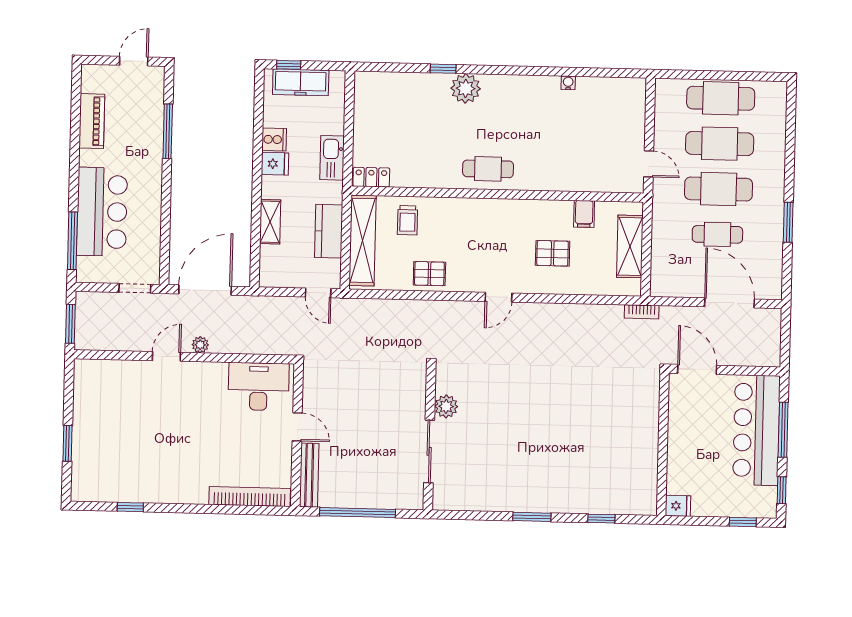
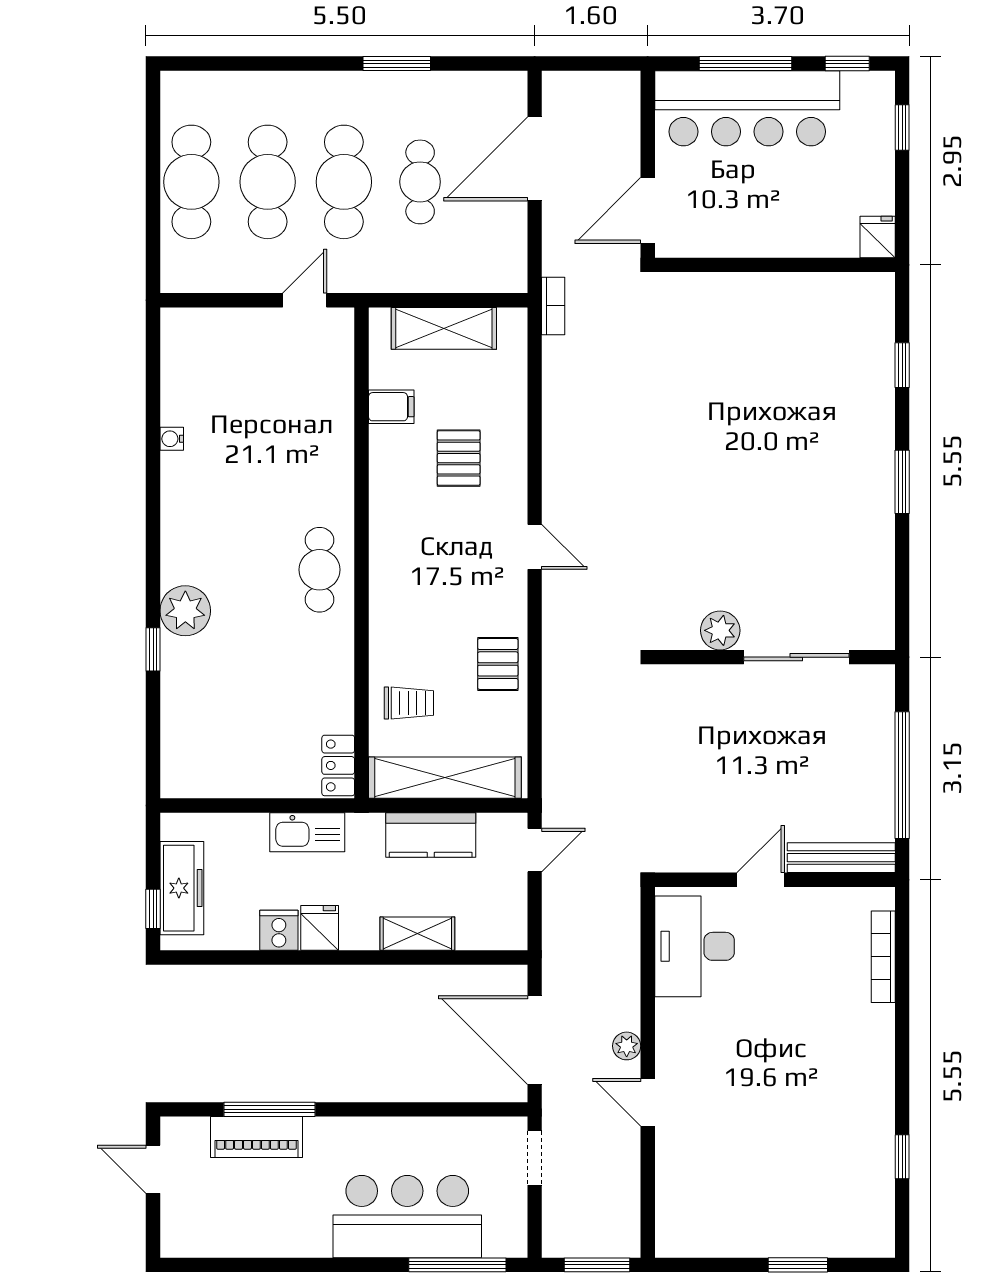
piano: (92, 121) -> (256, 1137), moved, turned 180
bookcase: (250, 497) -> (883, 957), width x0.68, depth x0.76

